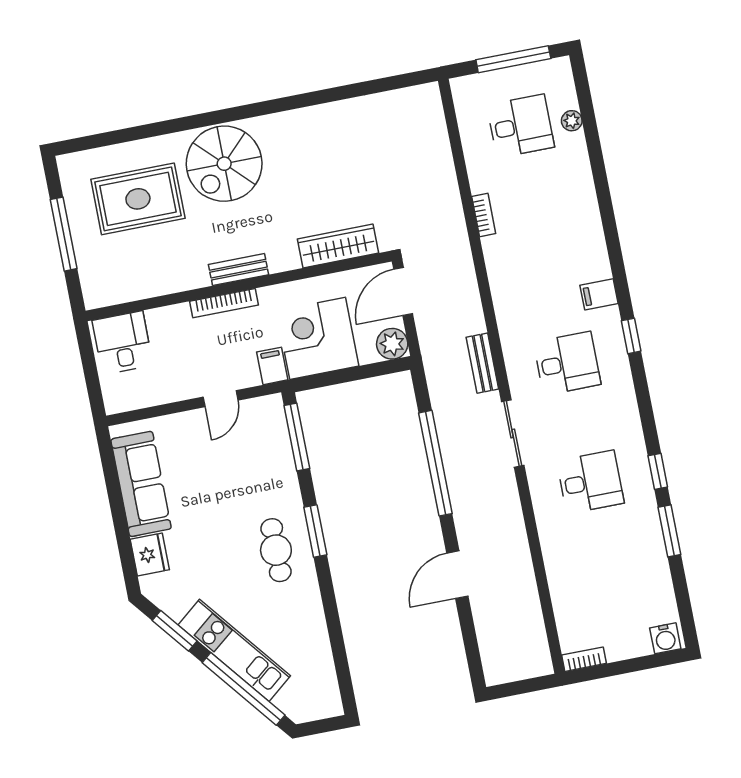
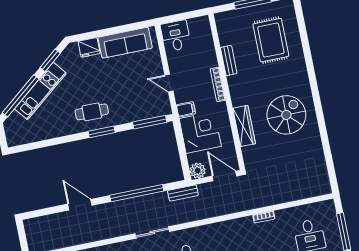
spiral stairs: (224, 164) -> (286, 115), moved, turned 90
wardrobe: (338, 246) -> (244, 126), moved
bench: (239, 270) -> (229, 60), moved
desk: (123, 343) -> (176, 36), moved, turned -90
bench: (482, 363) -> (183, 193), moved

